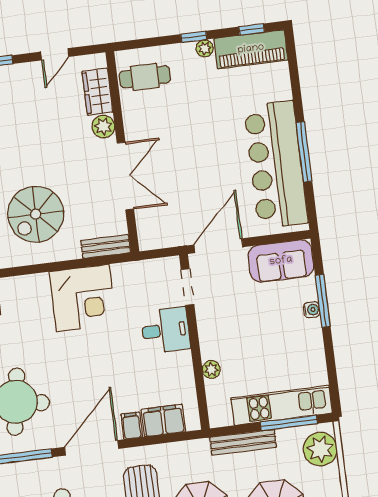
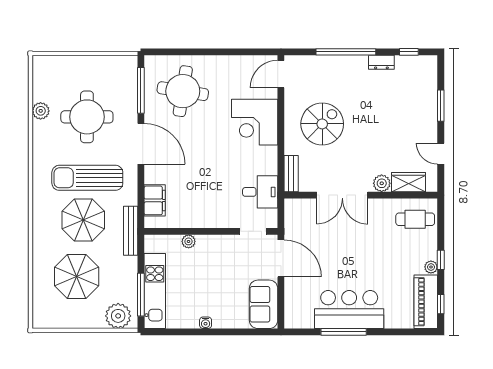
cafe table: (145, 77) -> (415, 219), turned 90
bar counter: (276, 165) -> (349, 310), width x0.73
spiral stairs: (36, 214) -> (322, 124), turned 90
corner desk: (83, 298) -> (255, 122), moved
window: (323, 301) -> (230, 332), removed
water cooler: (312, 310) -> (206, 323), moved
desk: (165, 330) -> (260, 192), moved, turned -90
filing cabinet: (132, 426) -> (154, 176), removed
bench: (243, 442) -> (131, 231), moved

